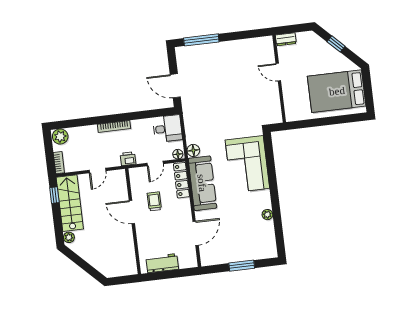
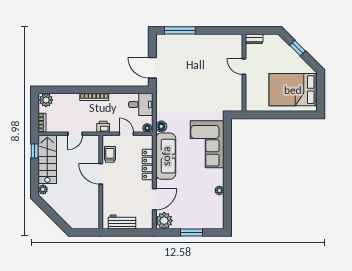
door: (155, 163) -> (126, 134), swing flipped
locker: (181, 180) -> (148, 165), moved
trolley: (154, 201) -> (110, 154), moved
plant: (209, 256) -> (164, 221), added

